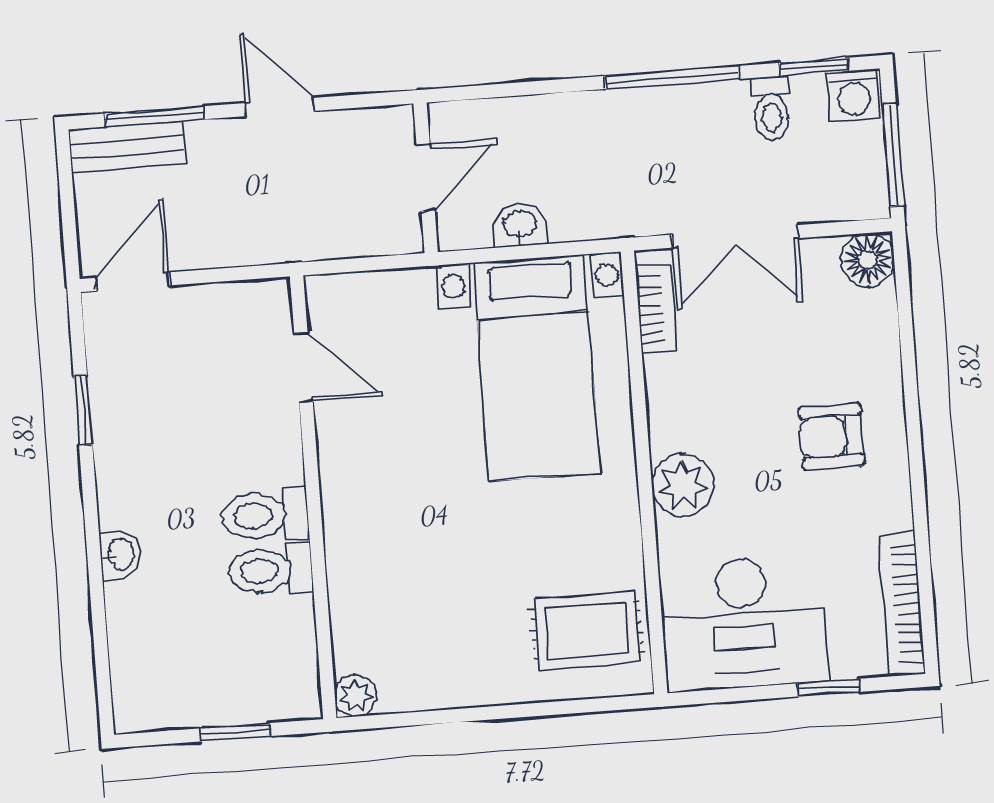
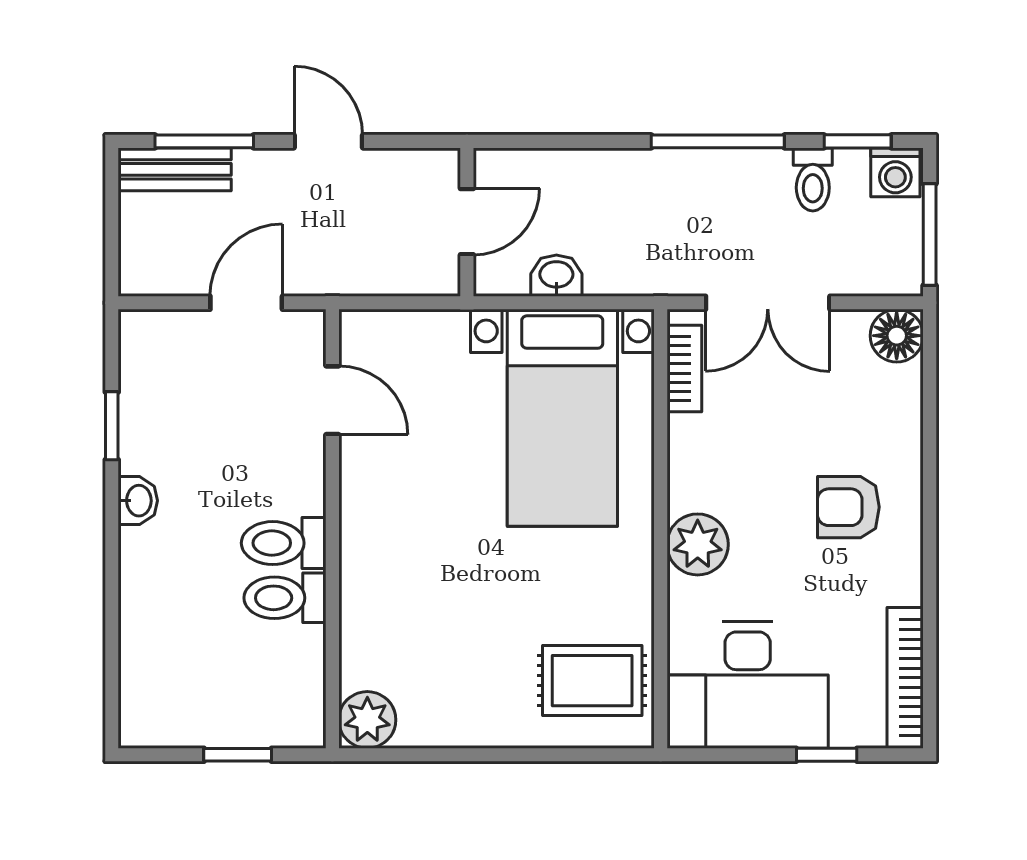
door: (132, 282) -> (246, 303), moved
washbasin: (120, 555) -> (138, 501), moved
plant: (356, 696) -> (367, 720), width x1.38, depth x1.38

